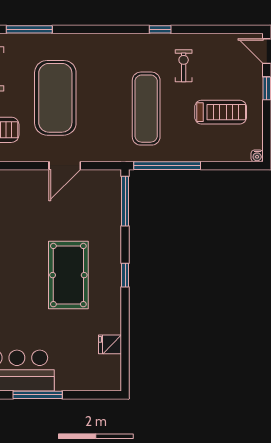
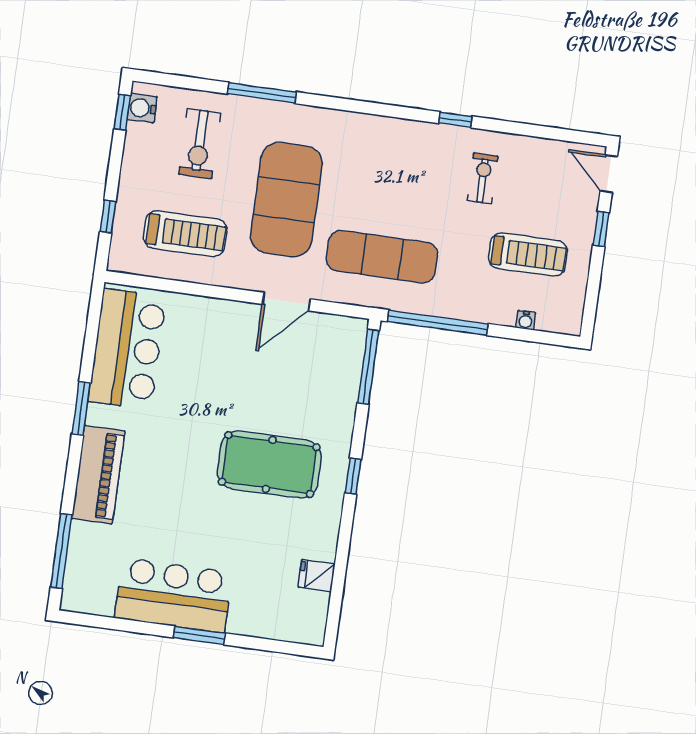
exercise mat: (146, 109) -> (382, 257), moved, turned 90
water cooler: (257, 156) -> (526, 320), moved
pool table: (68, 275) -> (269, 464), turned 90
window: (38, 395) -> (199, 635), width x0.69

